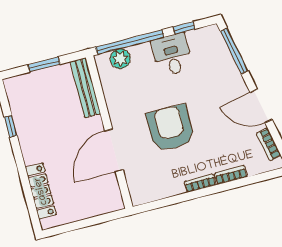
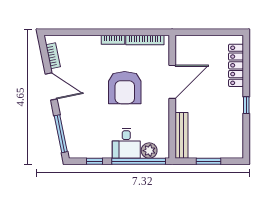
desk: (172, 55) -> (126, 143), moved
window: (11, 126) -> (246, 105), moved
bookcase: (231, 175) -> (145, 40), moved, width x1.56

